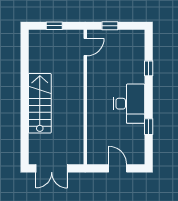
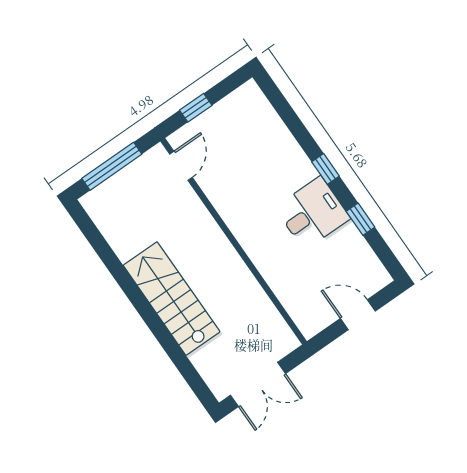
window: (54, 26) -> (112, 166), width x2.17
window: (149, 68) -> (325, 169), moved
desk: (129, 104) -> (312, 213), width x0.73

